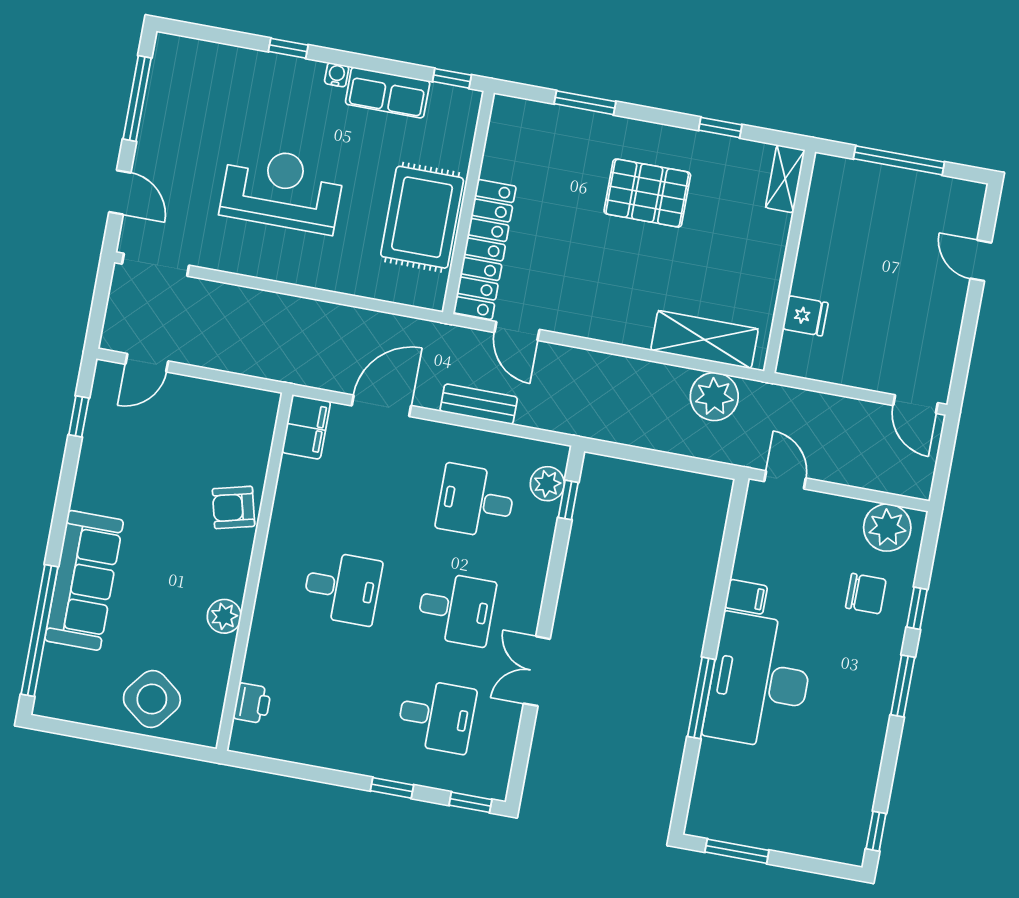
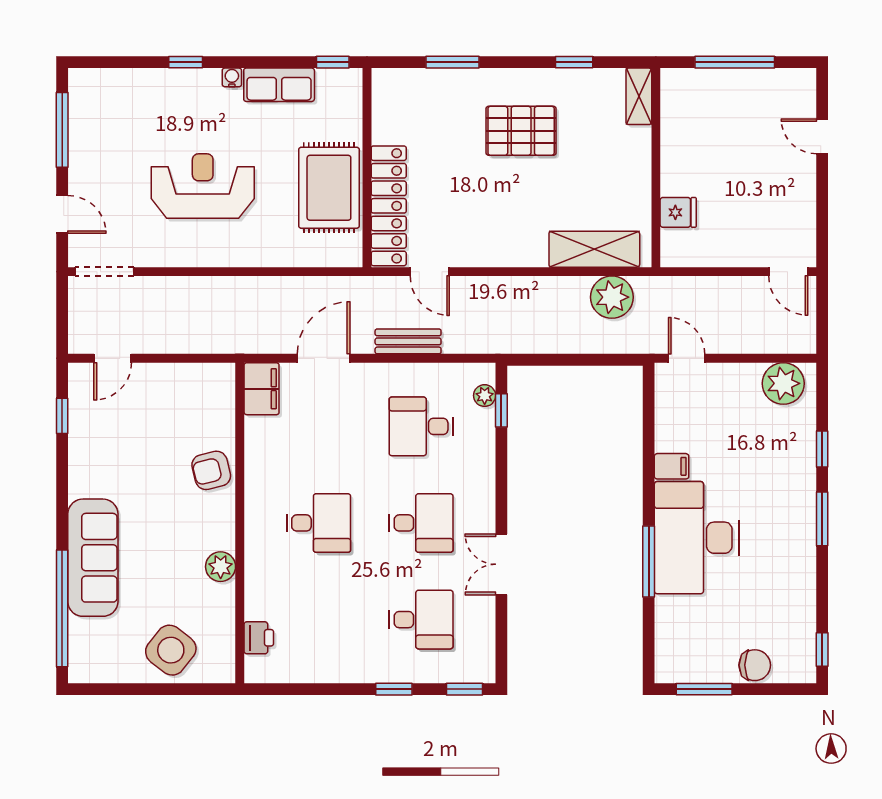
plant: (547, 484) -> (485, 396), width x0.73, depth x0.73
chair: (866, 594) -> (755, 665), moved

